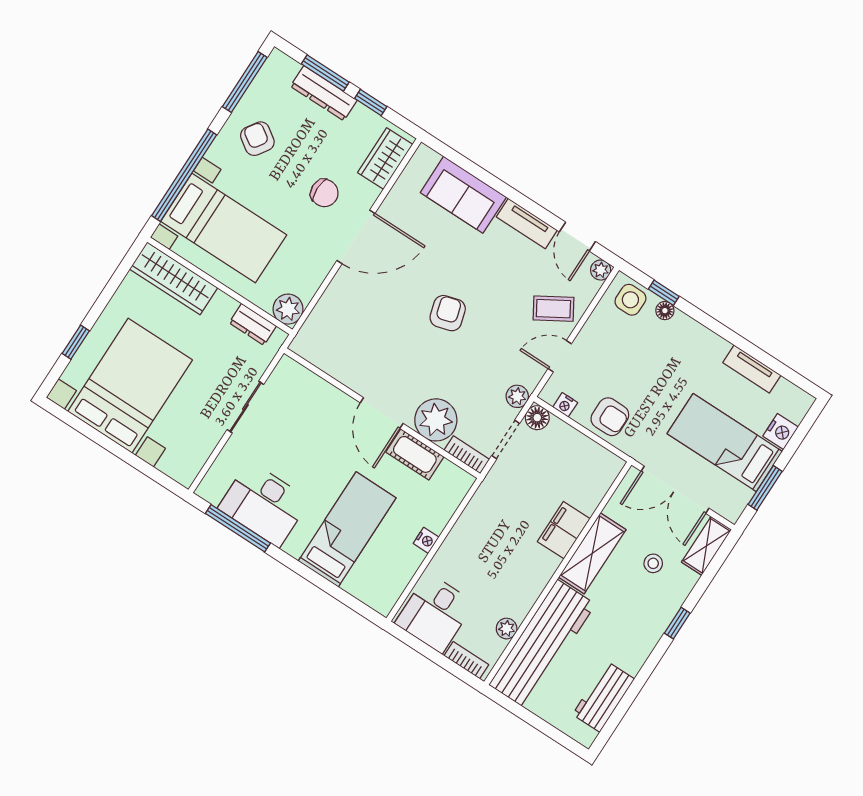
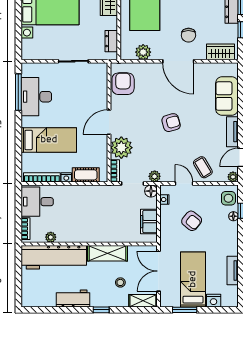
plant: (288, 309) -> (143, 52), moved
armchair: (334, 350) -> (123, 84), added
armchair: (610, 417) -> (192, 221), moved, turned -51
cot: (415, 454) -> (86, 175), moved, turned 90
filing cabinet: (564, 530) -> (149, 222), moved, turned -90
bookcase: (400, 580) -> (42, 177), added
workbench: (603, 697) -> (73, 298), moved

